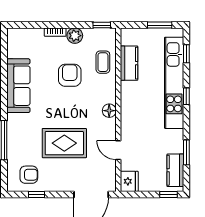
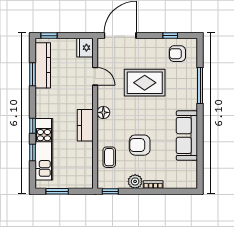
window: (186, 54) -> (33, 153), moved
kitchen counter: (129, 63) -> (85, 125), moved
armchair: (70, 75) -> (140, 145), turned 90
kitchen unit: (174, 83) -> (44, 149), width x0.73
kitchen counter: (175, 170) -> (43, 65), width x1.50

